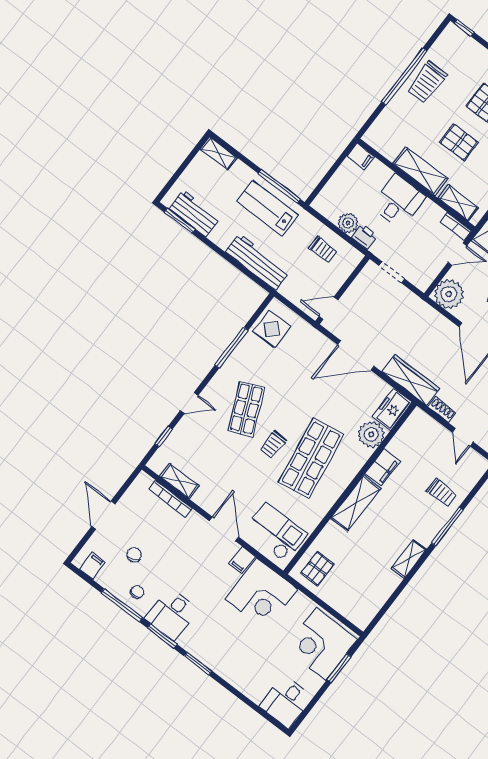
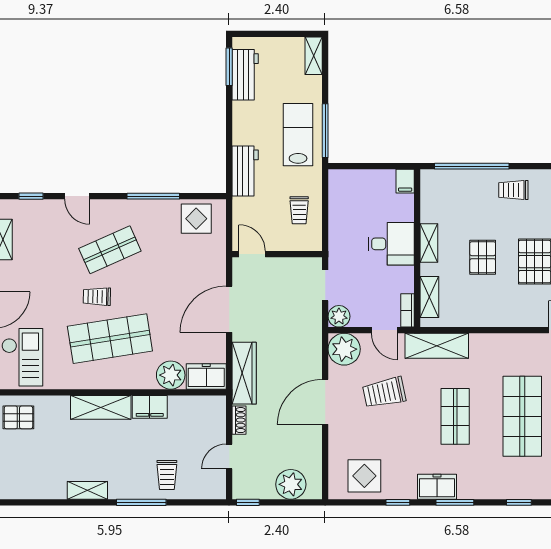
window: (404, 76) -> (472, 166), moved
trolley: (427, 82) -> (513, 190), width x0.73, depth x0.72
shelving: (420, 171) -> (429, 243), width x0.67, depth x0.75
plant: (348, 223) -> (339, 316), moved
printer: (364, 237) -> (338, 238), removed
workbench: (257, 262) -> (245, 171), width x0.73
door: (356, 355) -> (229, 309), hinge flipped

